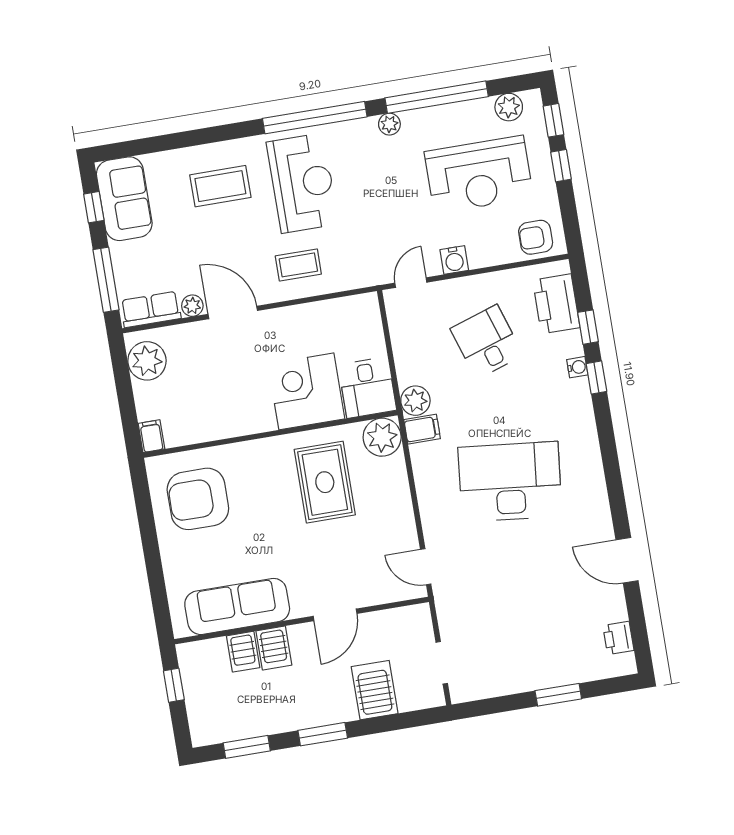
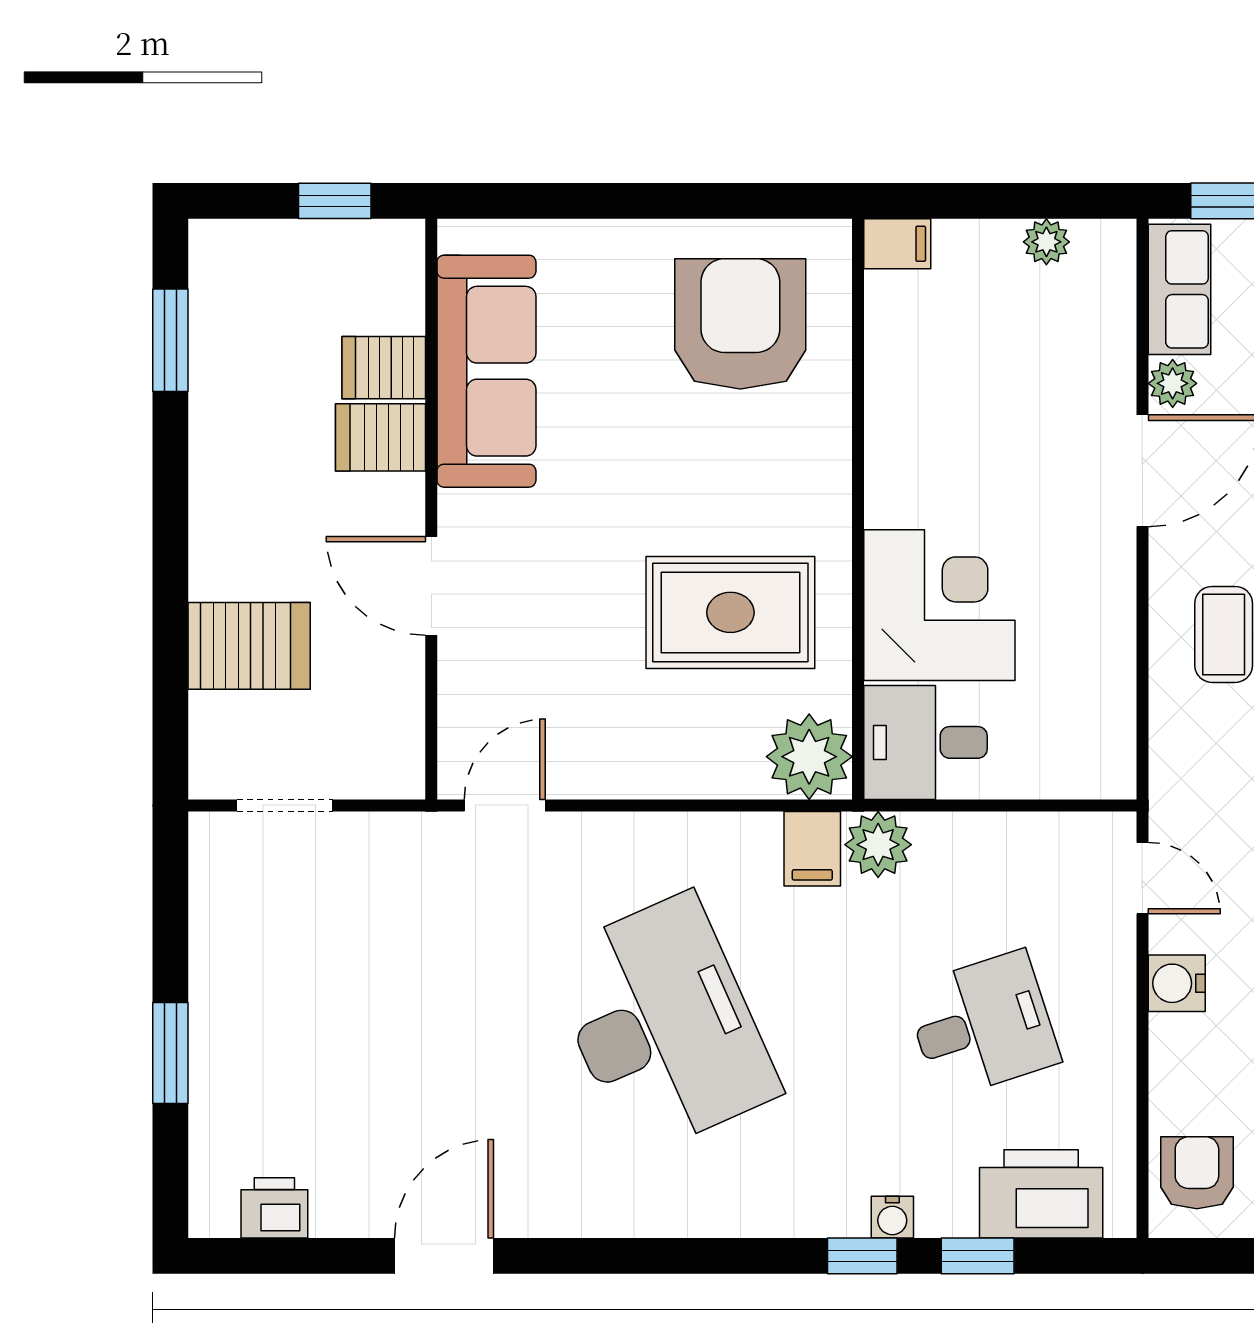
plant: (147, 361) -> (1046, 242), width x0.53, depth x0.53
desk: (510, 482) -> (662, 1025), turned -30
window: (323, 734) -> (170, 514), removed

